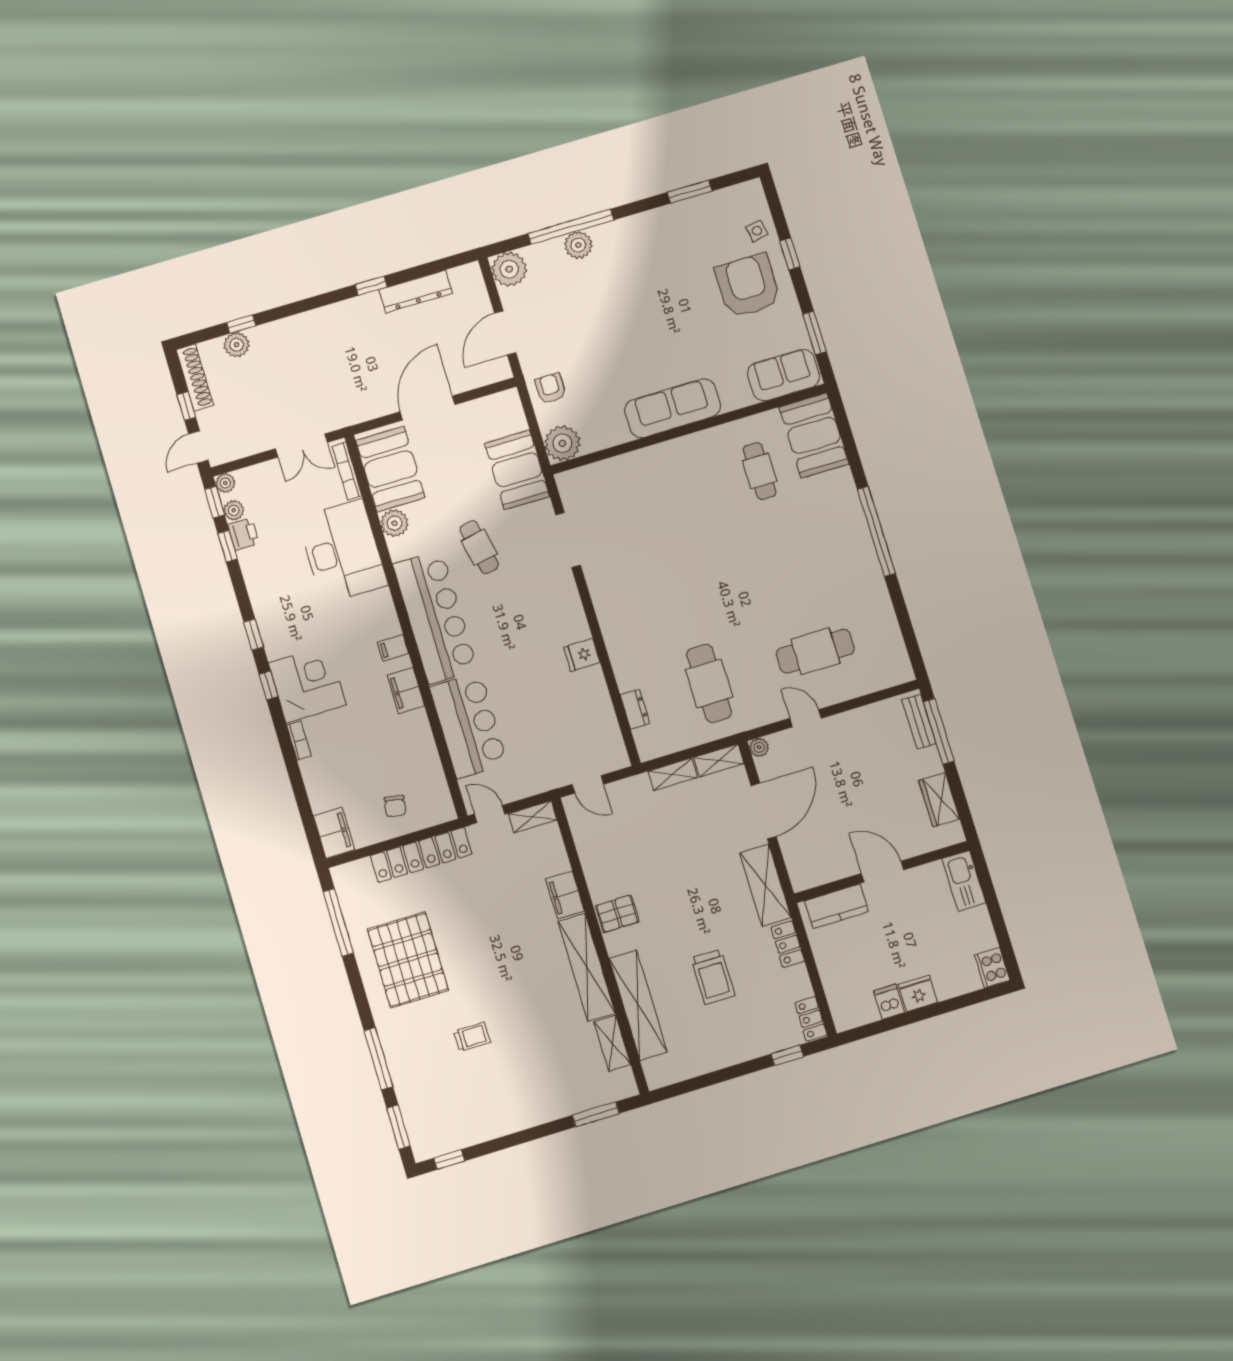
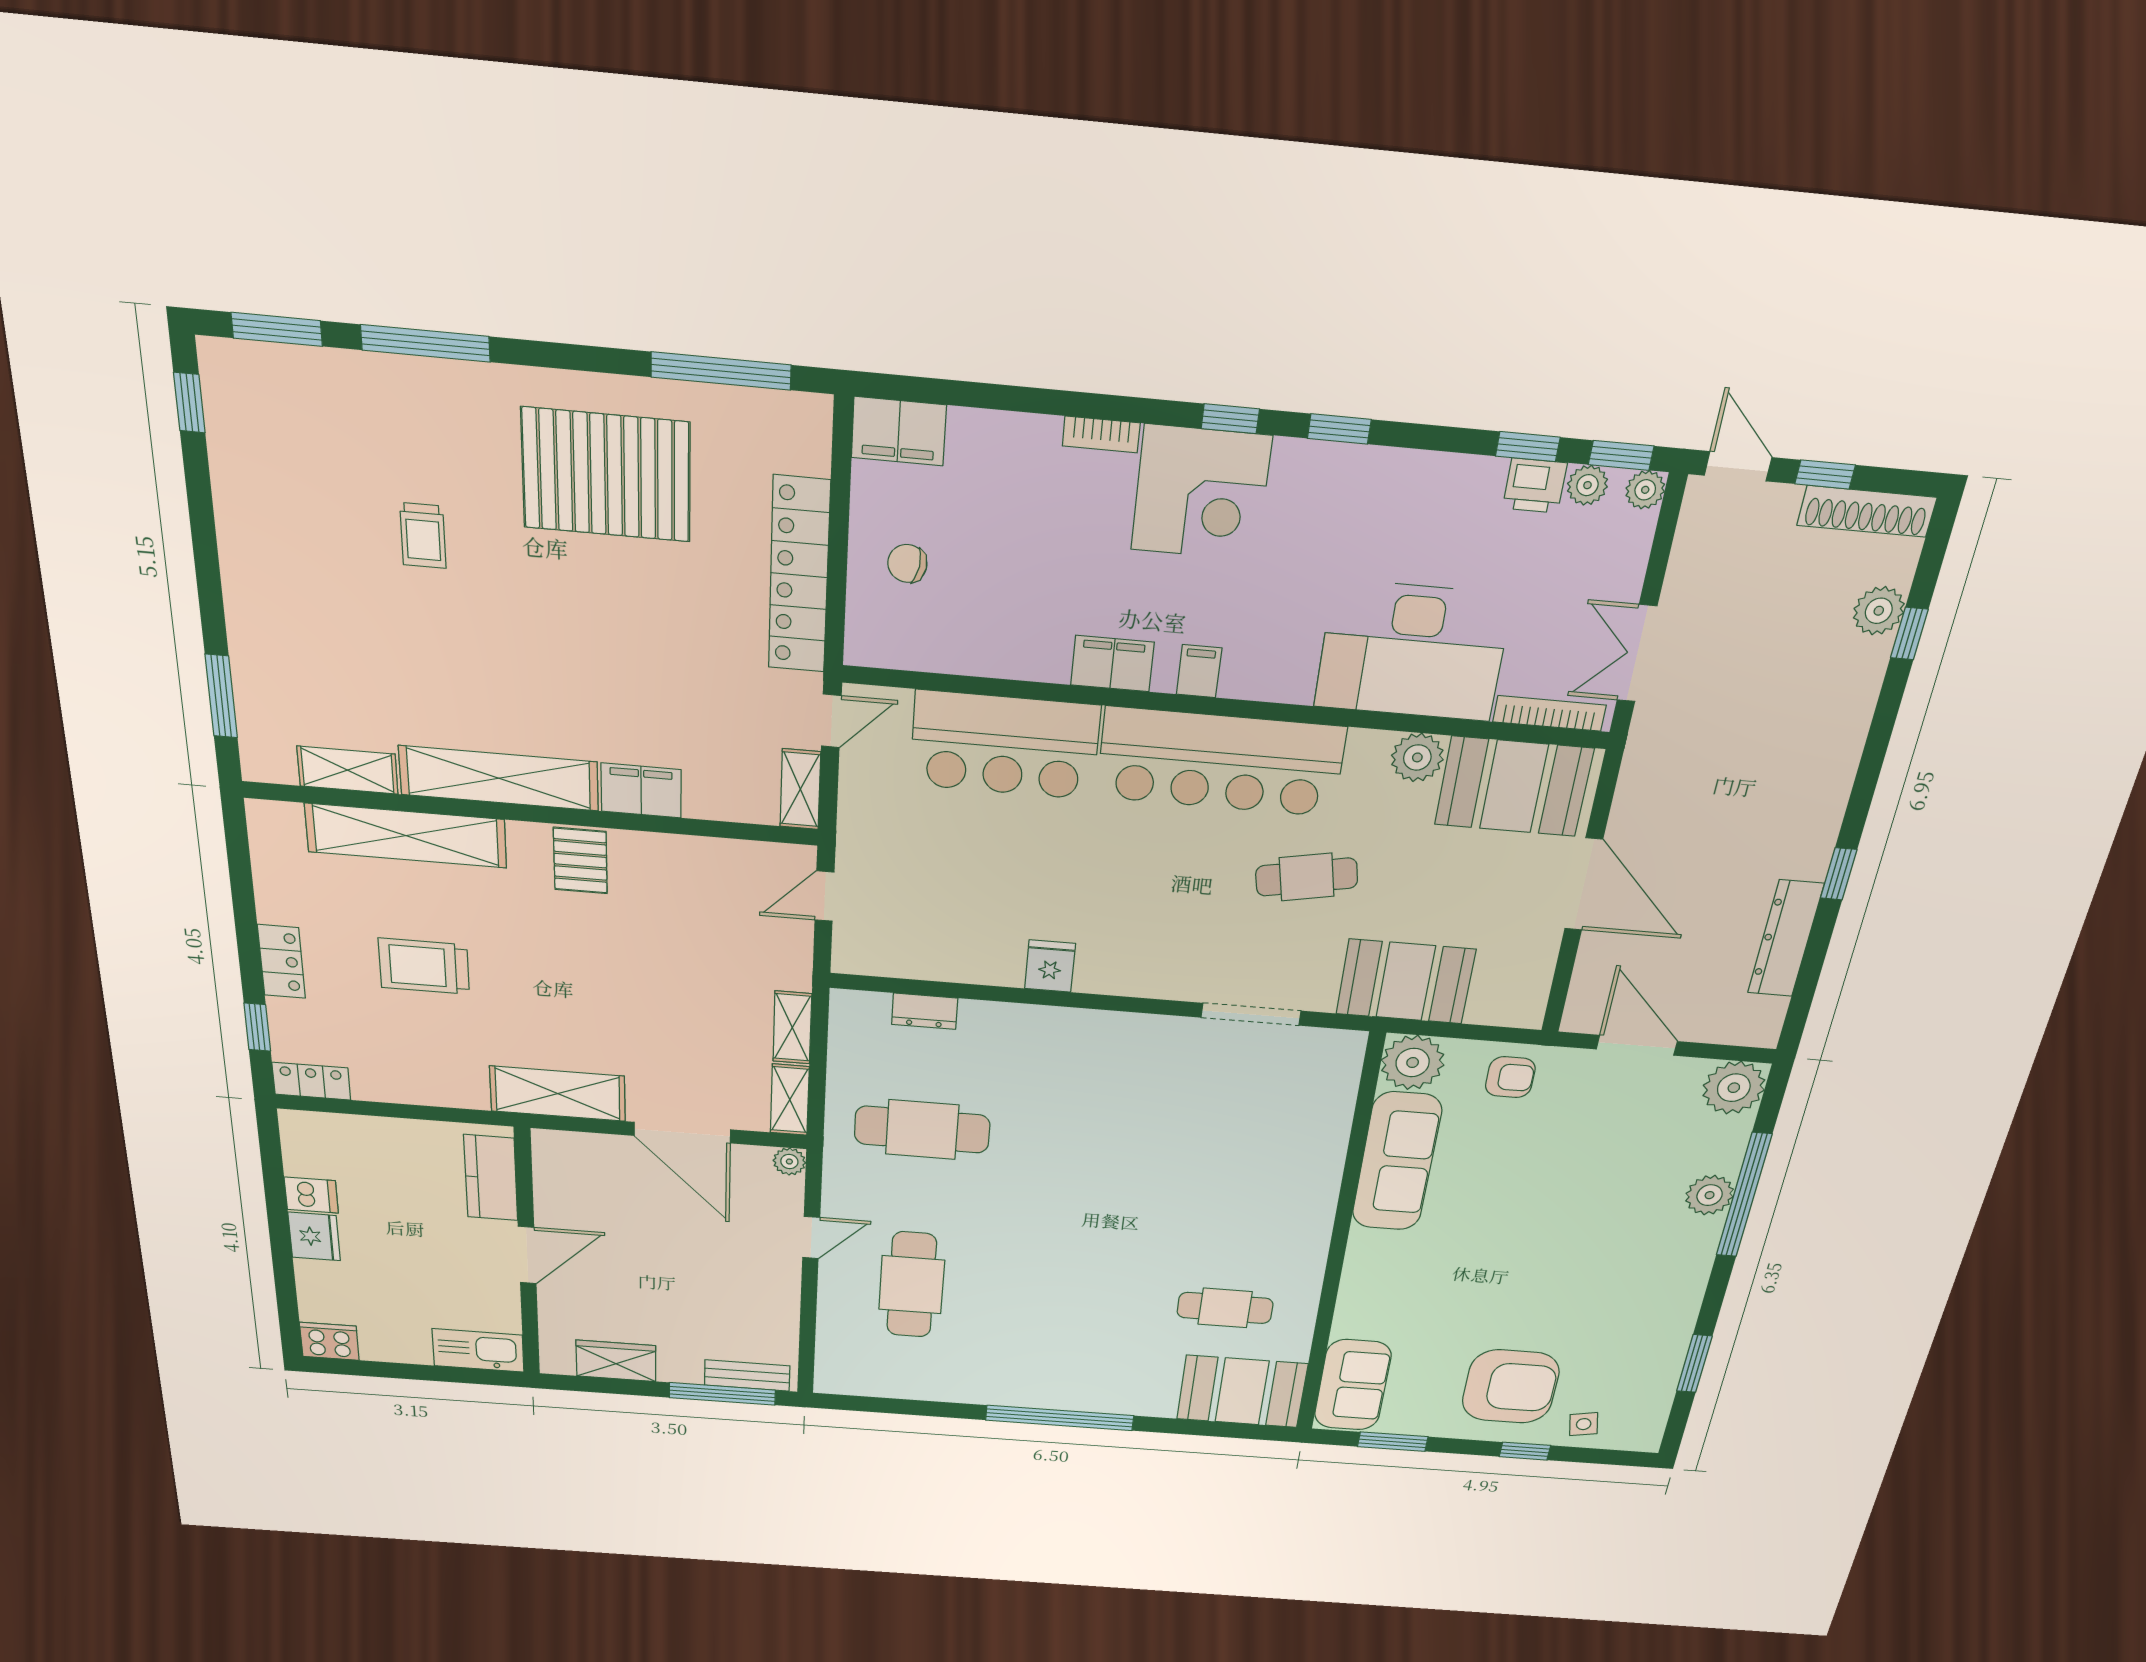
sofa: (673, 408) -> (1397, 1162), moved
locker: (788, 944) -> (282, 961), moved, turned 90

